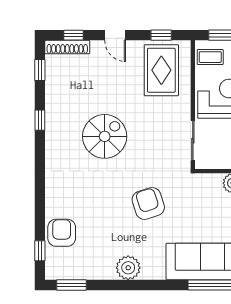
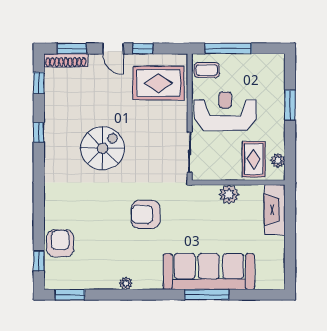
window: (74, 35) -> (72, 48), width x1.50
window: (161, 35) -> (143, 48), moved
rug: (161, 70) -> (158, 83), turned 90
armchair: (148, 203) -> (146, 214), turned -72
plant: (128, 268) -> (126, 283), width x0.53, depth x0.53

